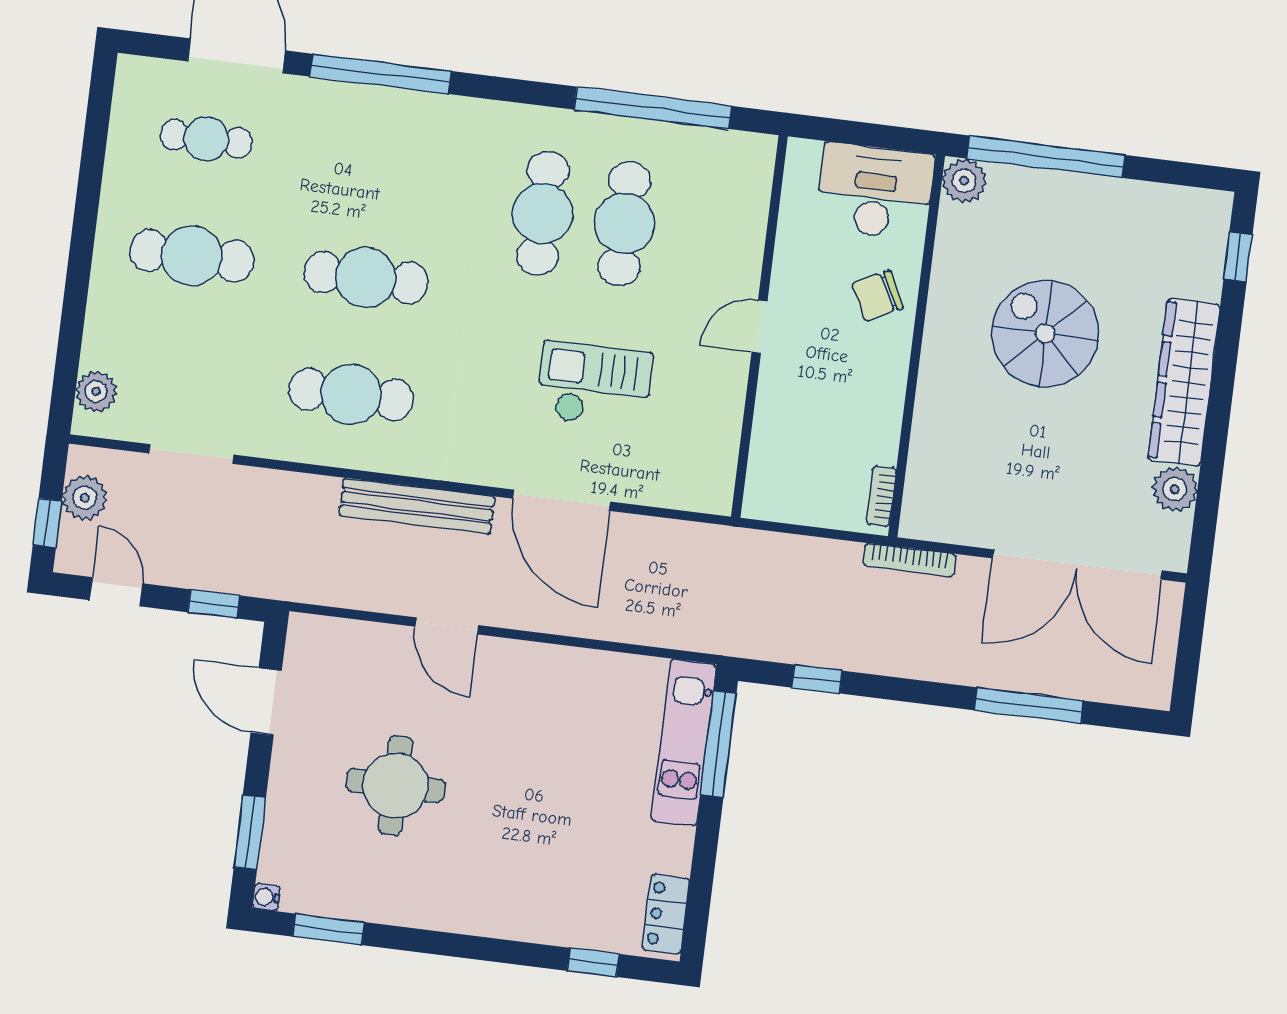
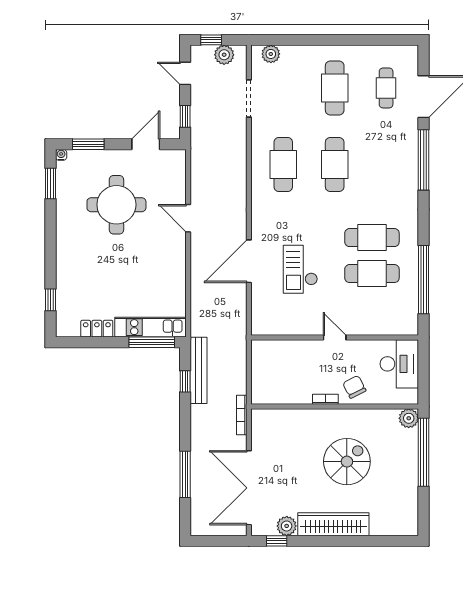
desk: (875, 191) -> (399, 364), moved
window: (1238, 257) -> (277, 541), moved
checkout: (594, 385) -> (300, 269), turned 180
bookcase: (881, 496) -> (325, 399), moved
bench: (417, 506) -> (198, 370), moved
door: (116, 592) -> (185, 73), swing flipped
door: (447, 626) -> (188, 218), hinge flipped
round table: (396, 785) -> (116, 205), width x1.36, depth x1.36
locker: (666, 914) -> (97, 329), moved

